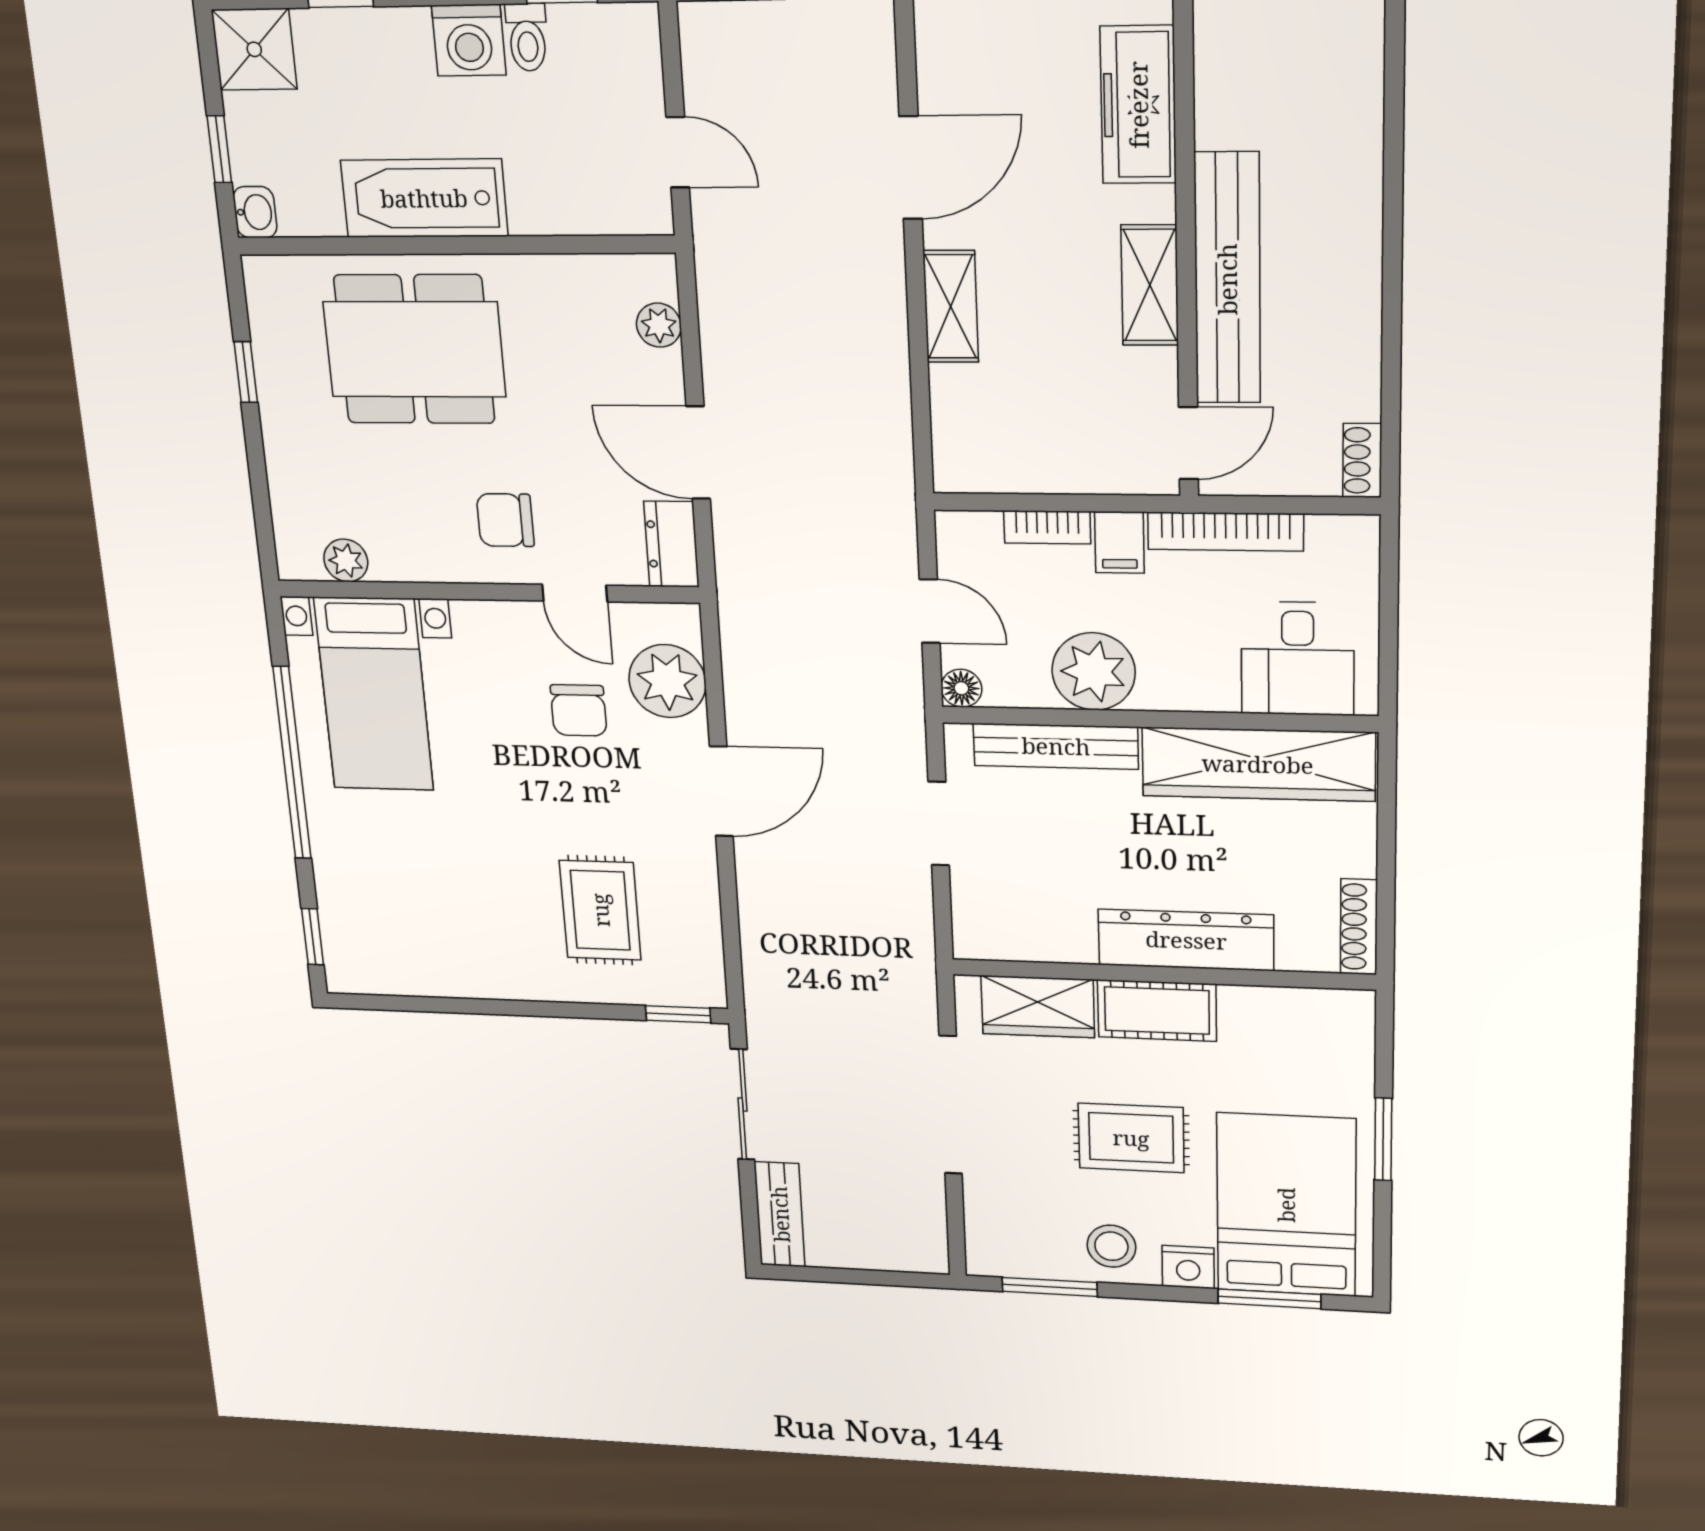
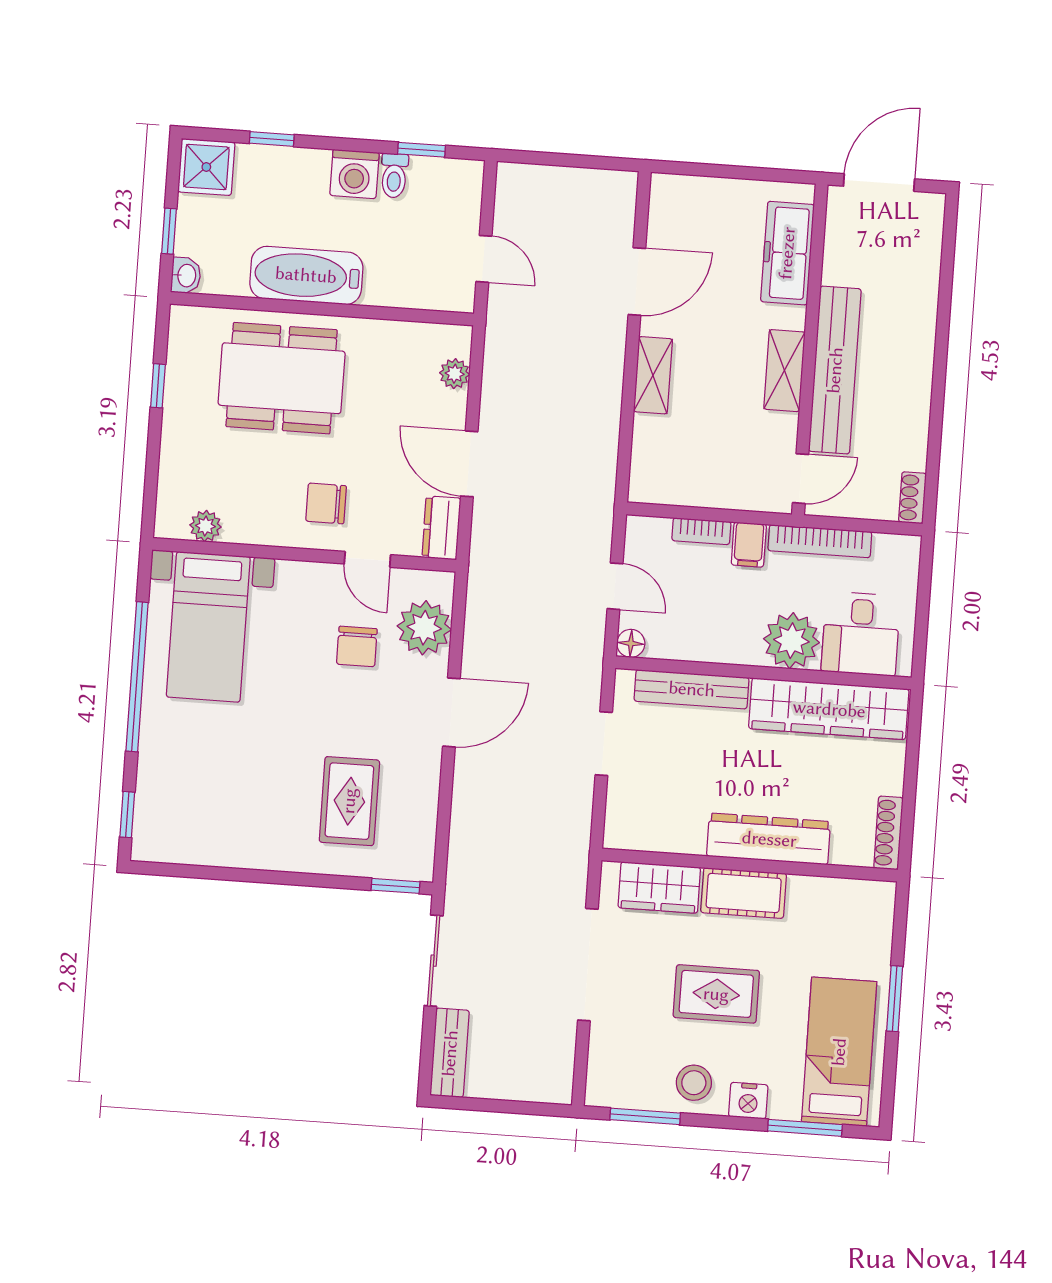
plant: (1094, 671) -> (791, 641), moved
bed: (1286, 1205) -> (839, 1052), width x0.67

